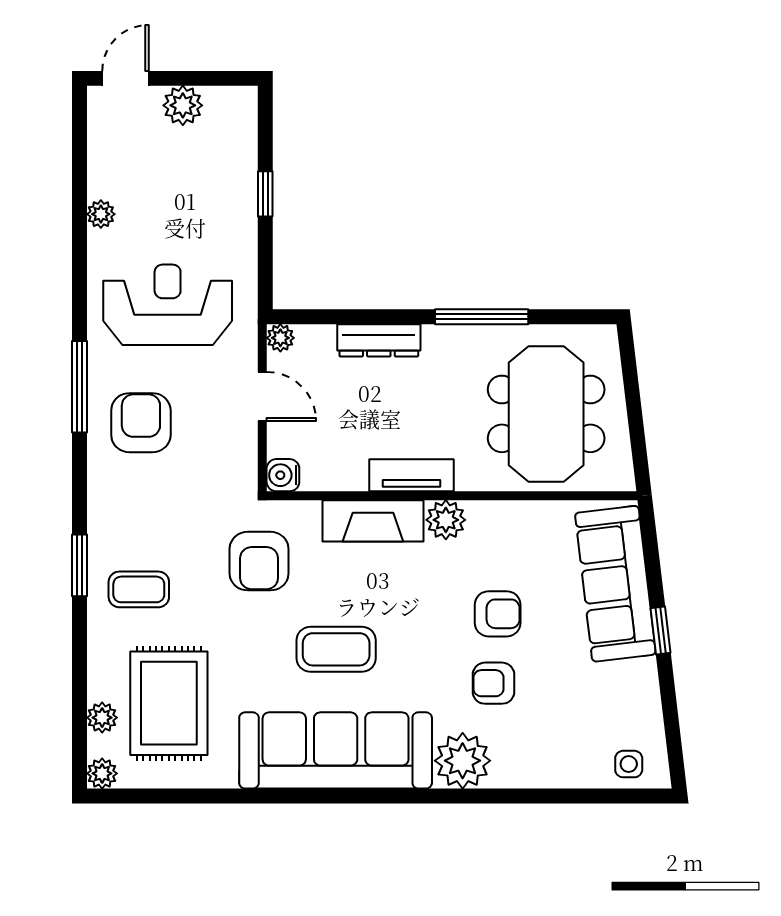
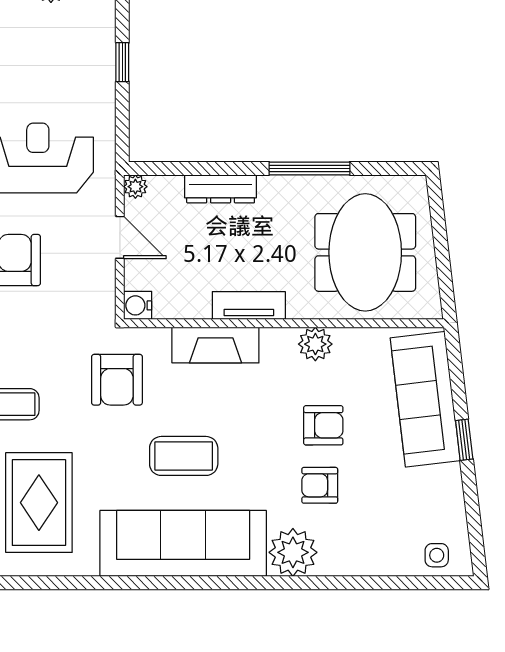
plant: (446, 520) -> (315, 344), moved

